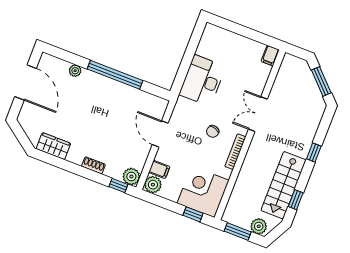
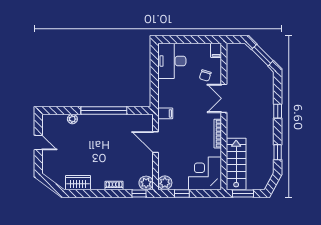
desk: (202, 81) -> (172, 61), moved
door: (26, 82) -> (38, 142), width x0.53
chair: (213, 131) -> (205, 75), moved
filing cabinet: (159, 169) -> (165, 113), moved
stairs: (284, 185) -> (236, 164), moved, turned 180
window: (193, 214) -> (182, 193), moved
plant: (259, 226) -> (257, 183), removed

